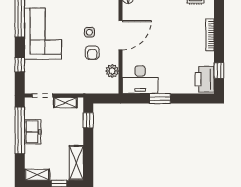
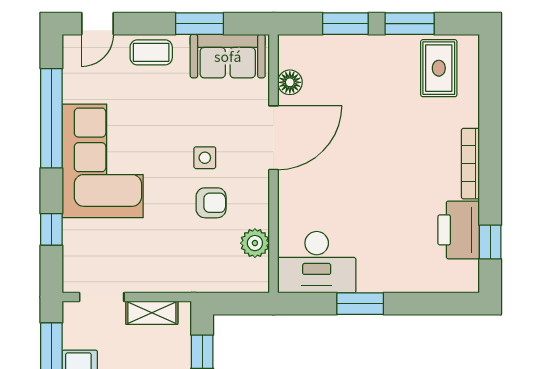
door: (121, 35) -> (273, 138), moved
armchair: (92, 53) -> (211, 203), turned -90
printer: (205, 79) -> (459, 230), moved

